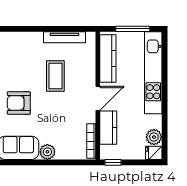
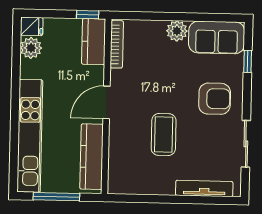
tv unit: (65, 37) -> (204, 188), moved
kitchen counter: (108, 128) -> (94, 42), moved

